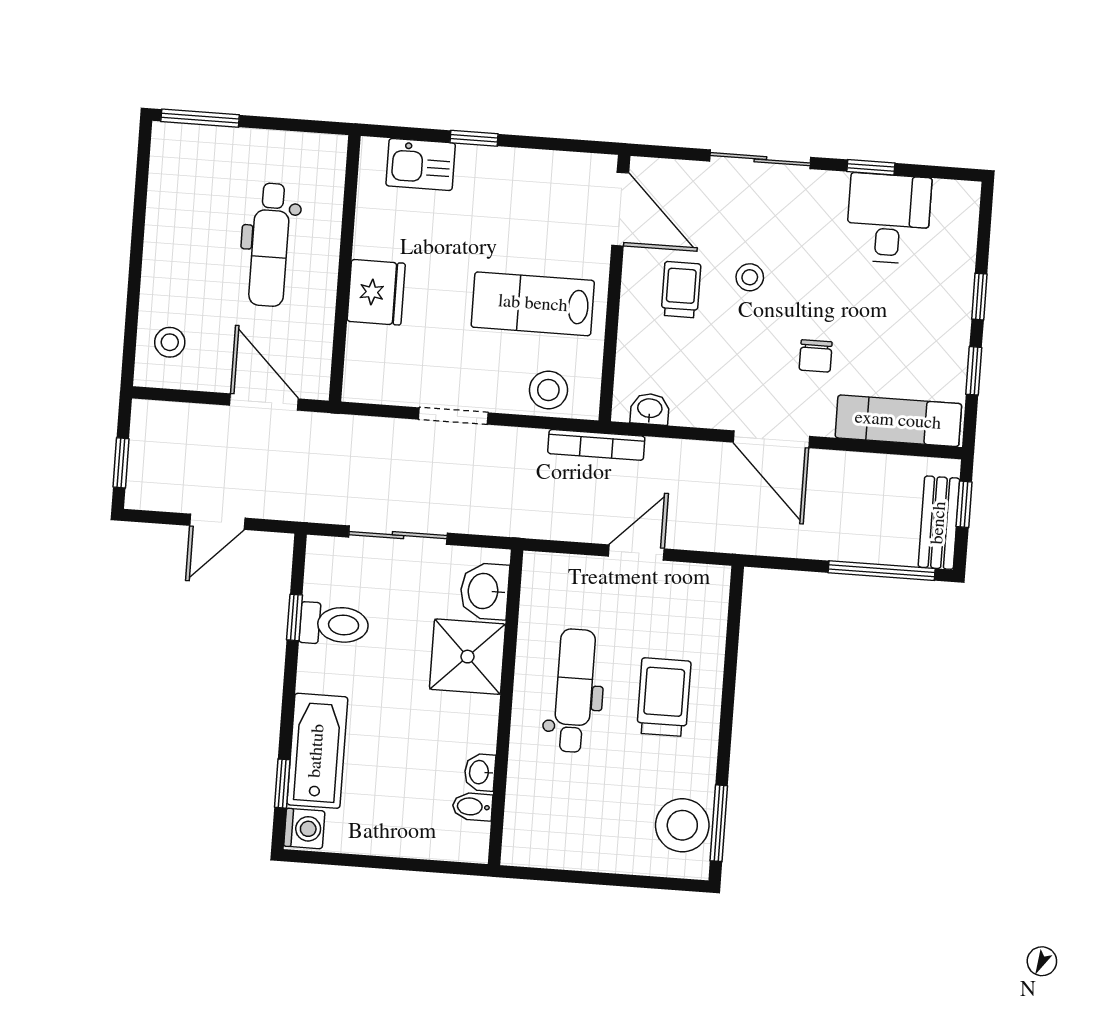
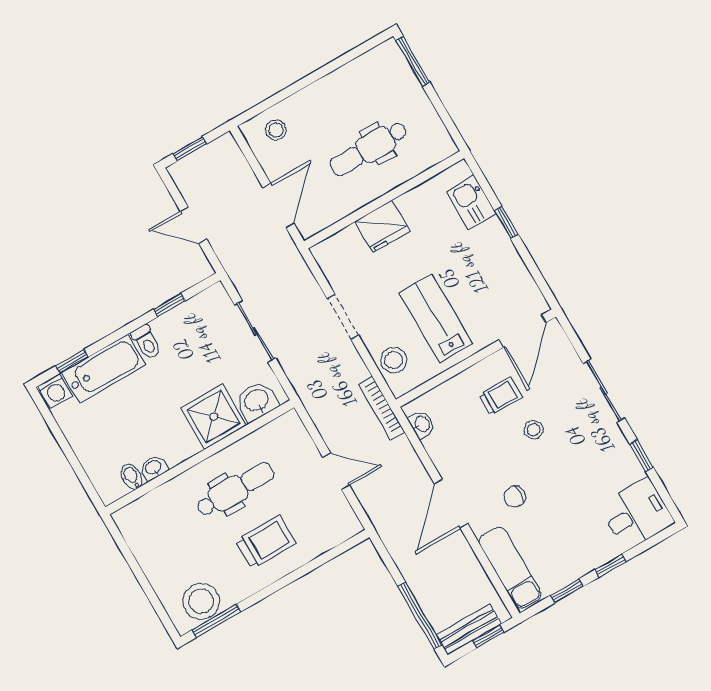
desk: (889, 219) -> (636, 514), moved
toilet: (334, 624) -> (146, 342), moved, width x0.73, depth x0.72

